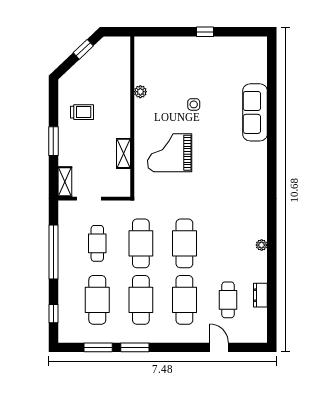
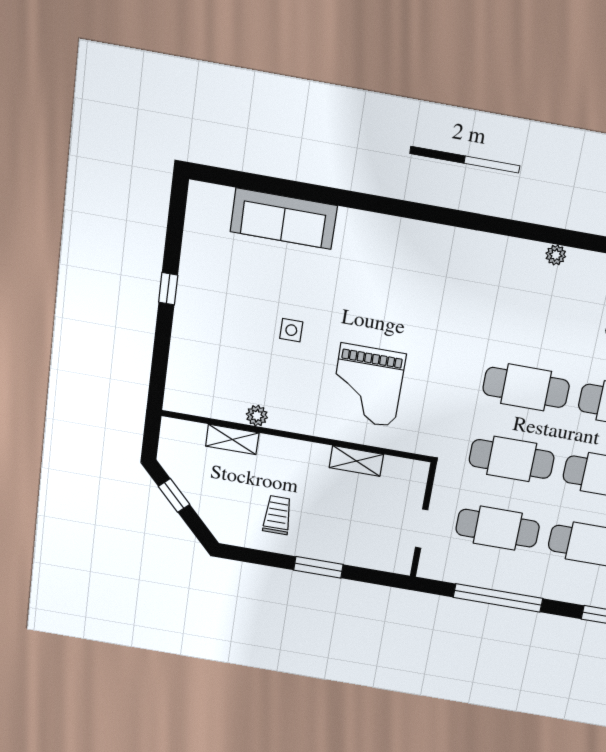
sofa: (255, 112) -> (284, 219), moved
shelving: (65, 182) -> (232, 439), moved
cafe table: (97, 243) -> (498, 528), width x1.37, depth x1.35

